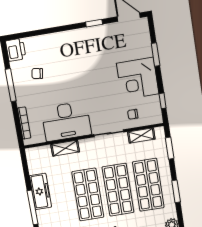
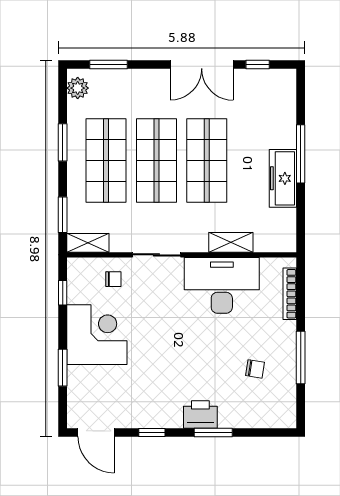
window: (56, 30) -> (213, 433), added
printer: (16, 50) -> (200, 415), moved, turned 90
shelving: (141, 135) -> (88, 243), moved

